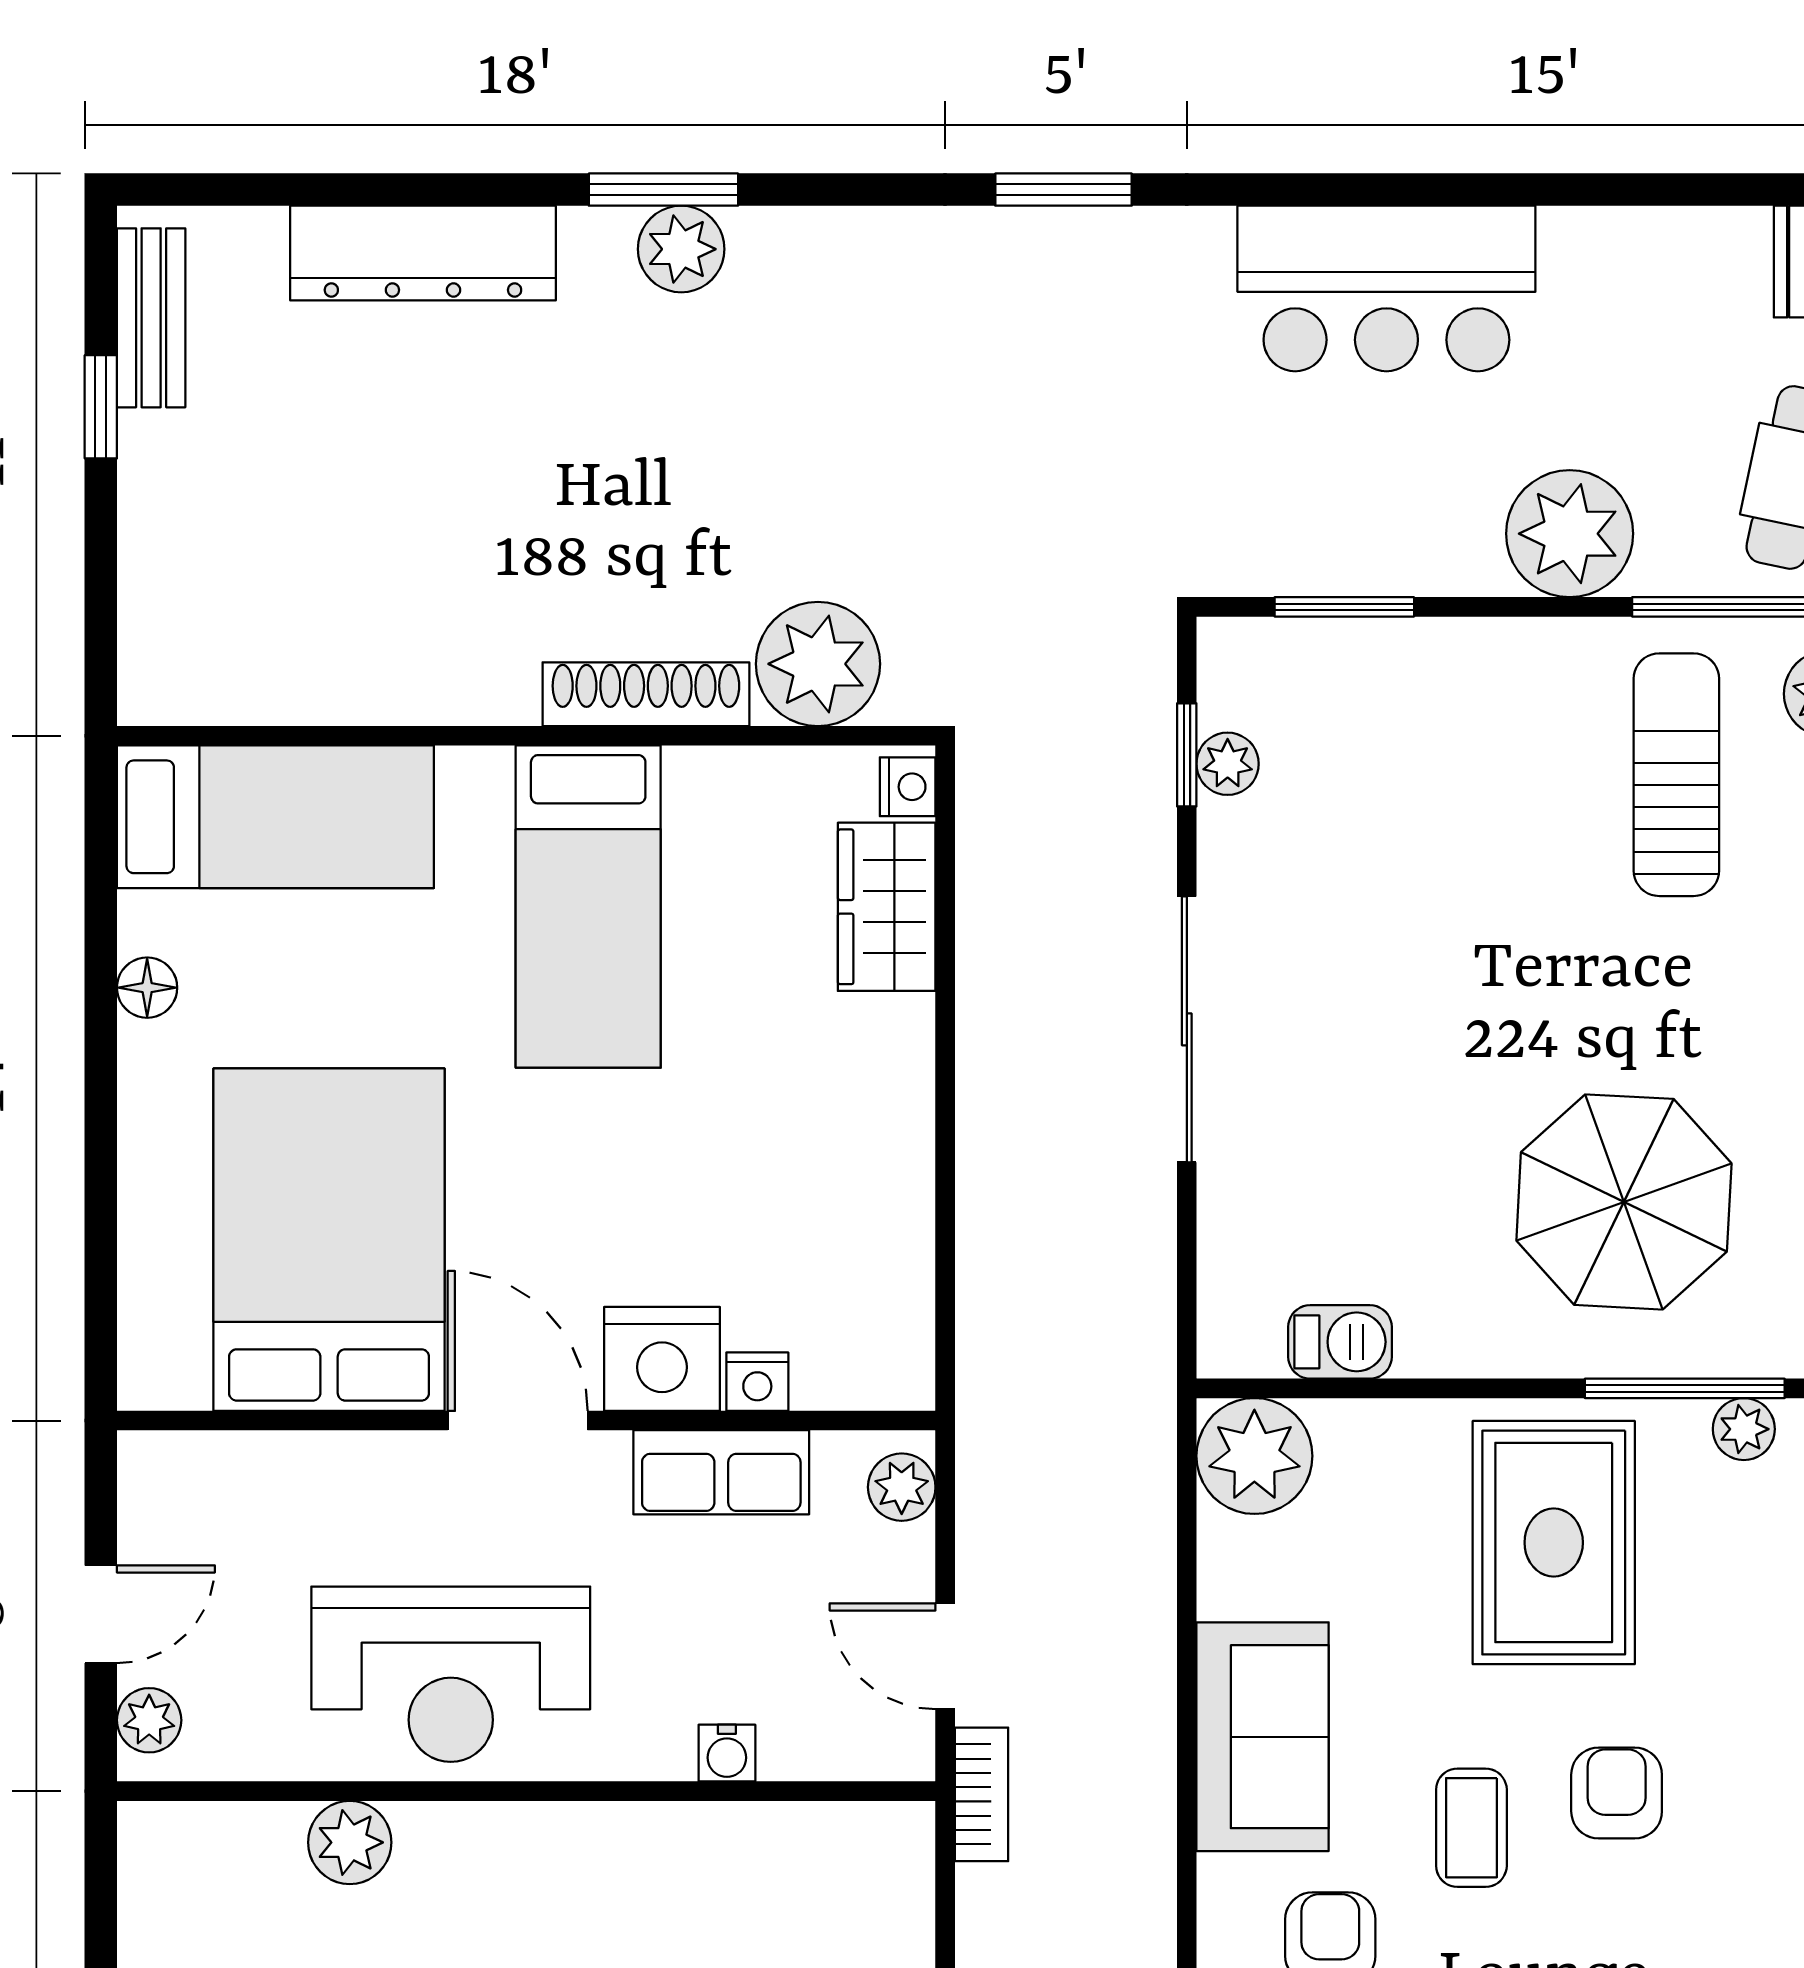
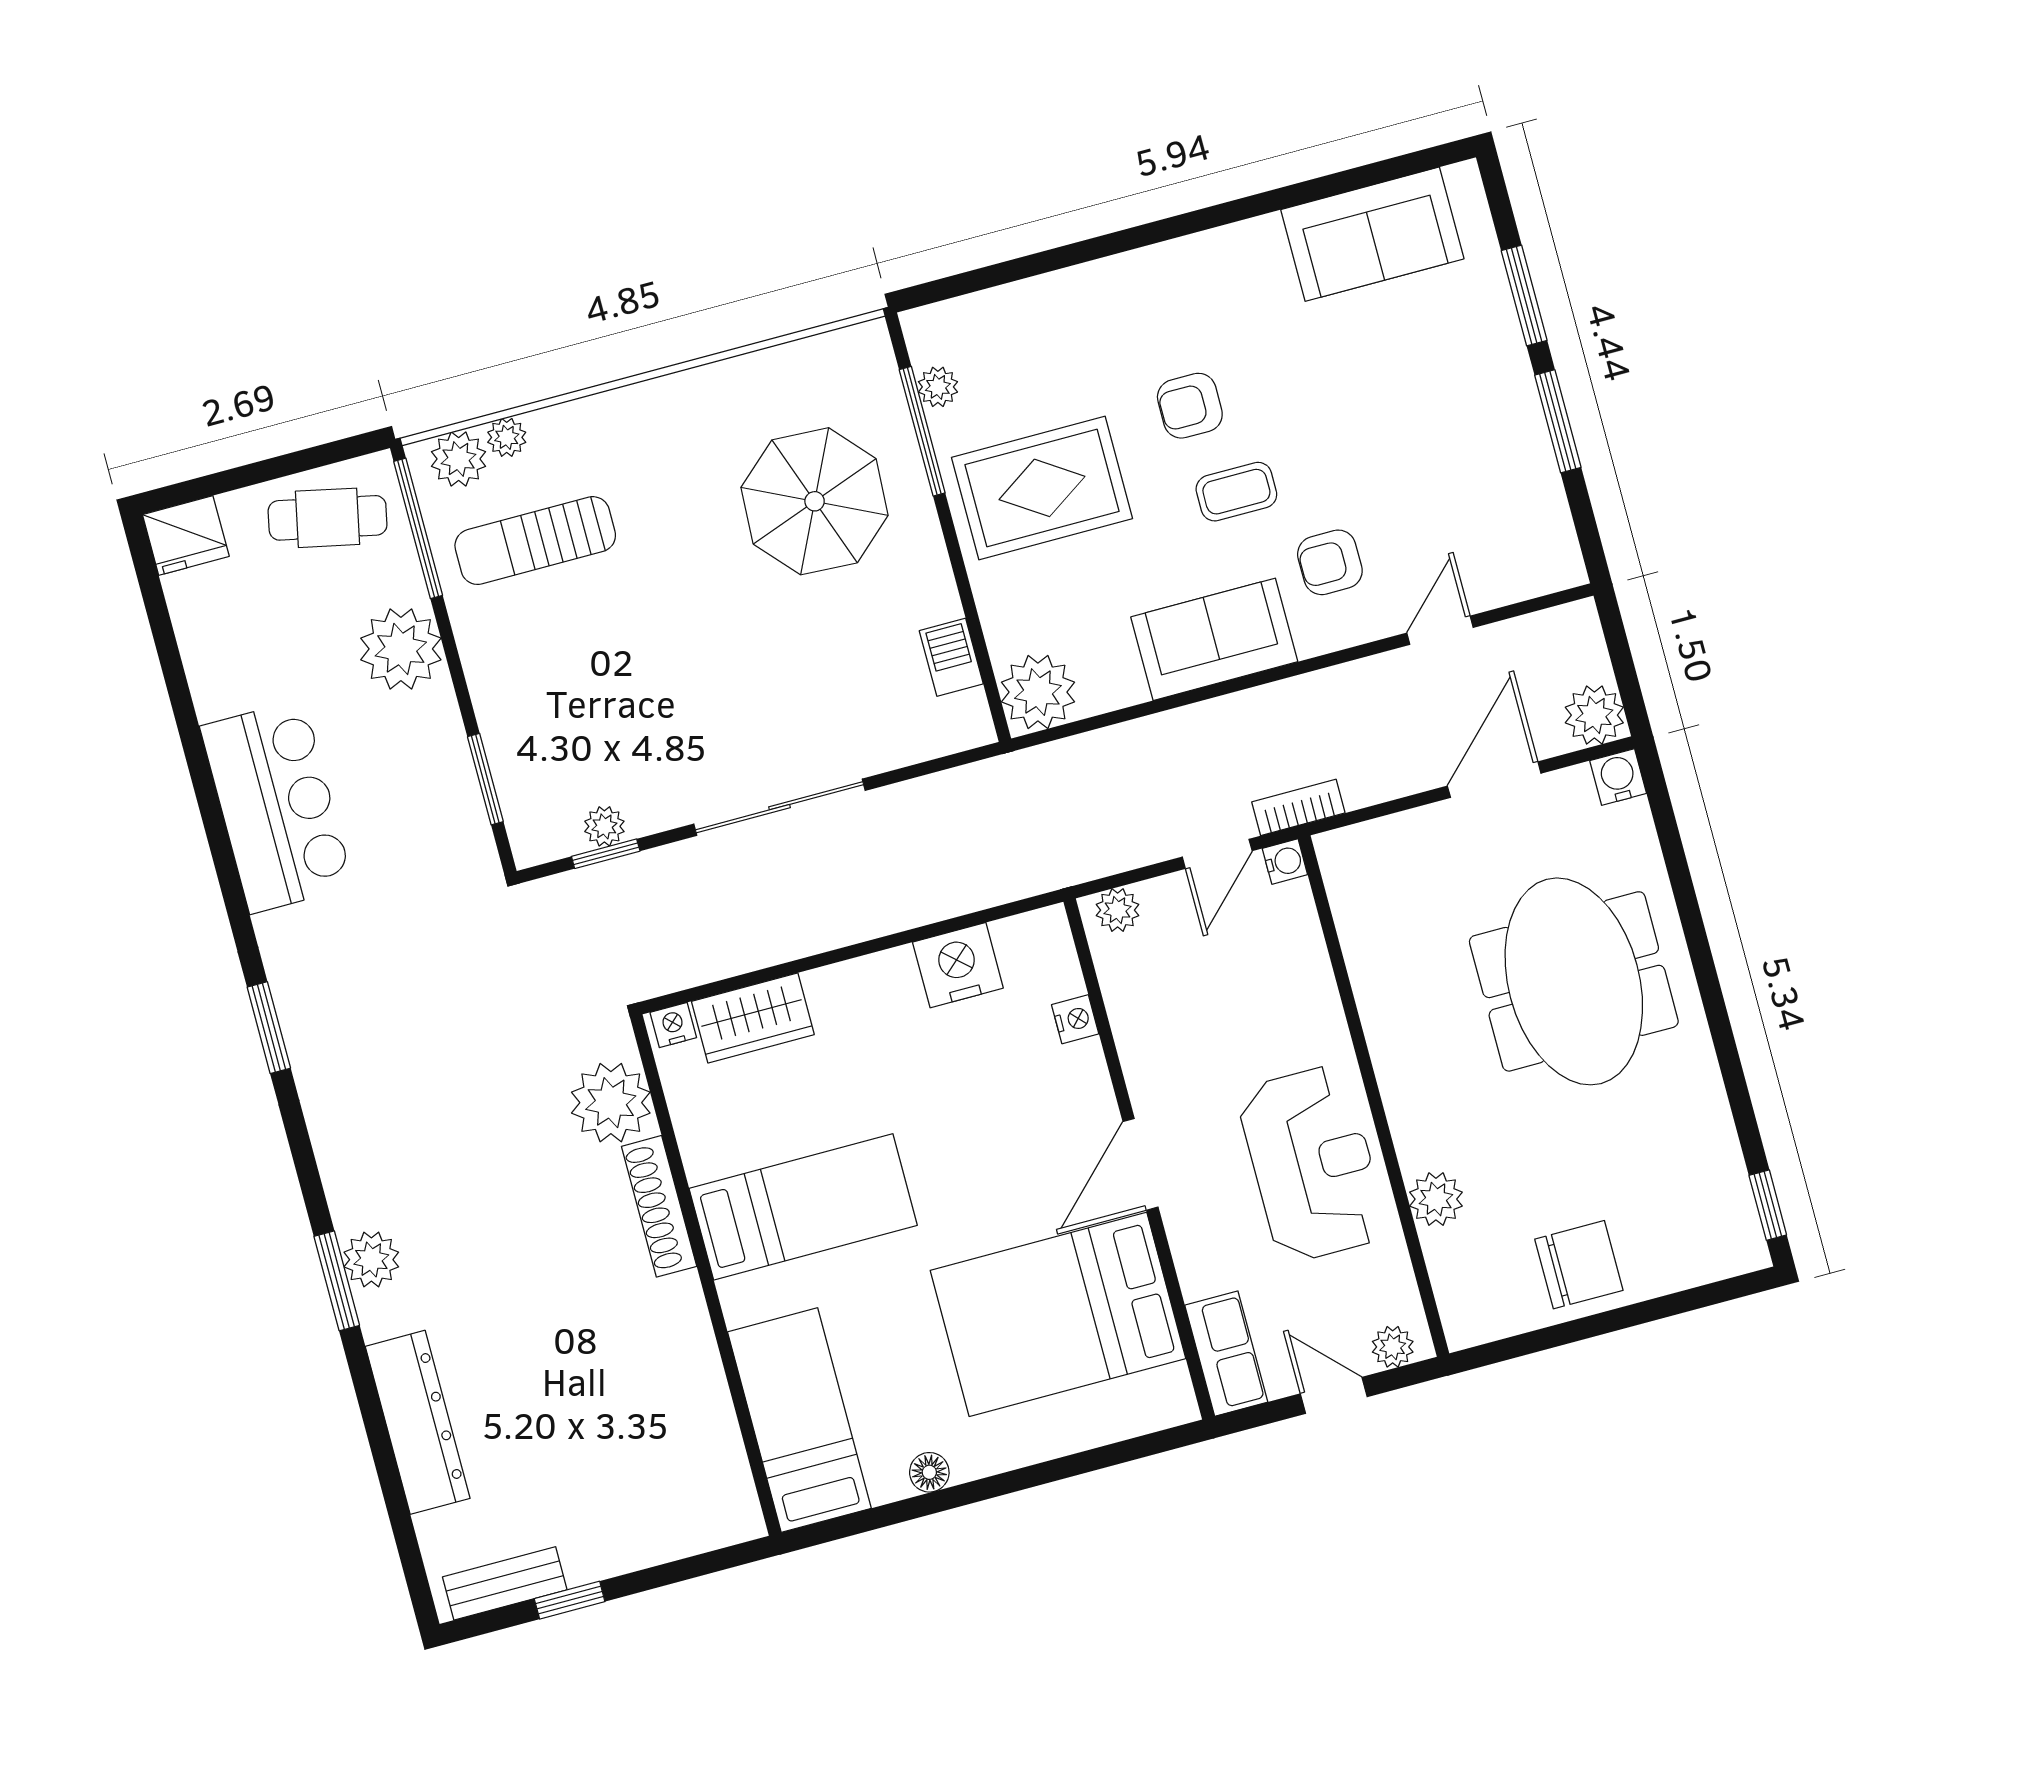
nightstand: (662, 1359) -> (958, 965), moved, turned -90
row of seats: (721, 1472) -> (1226, 1354), moved
water cooler: (727, 1753) -> (1285, 862), moved

